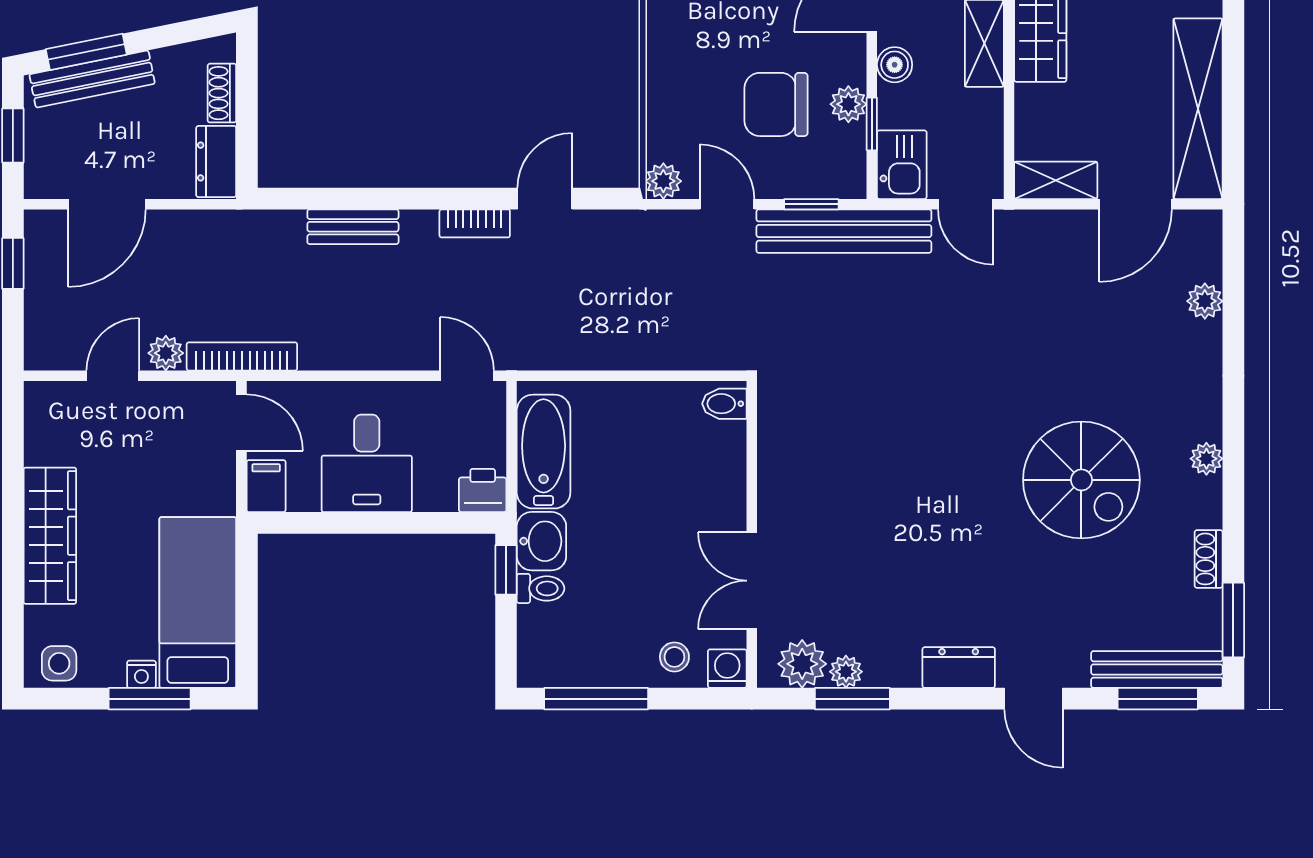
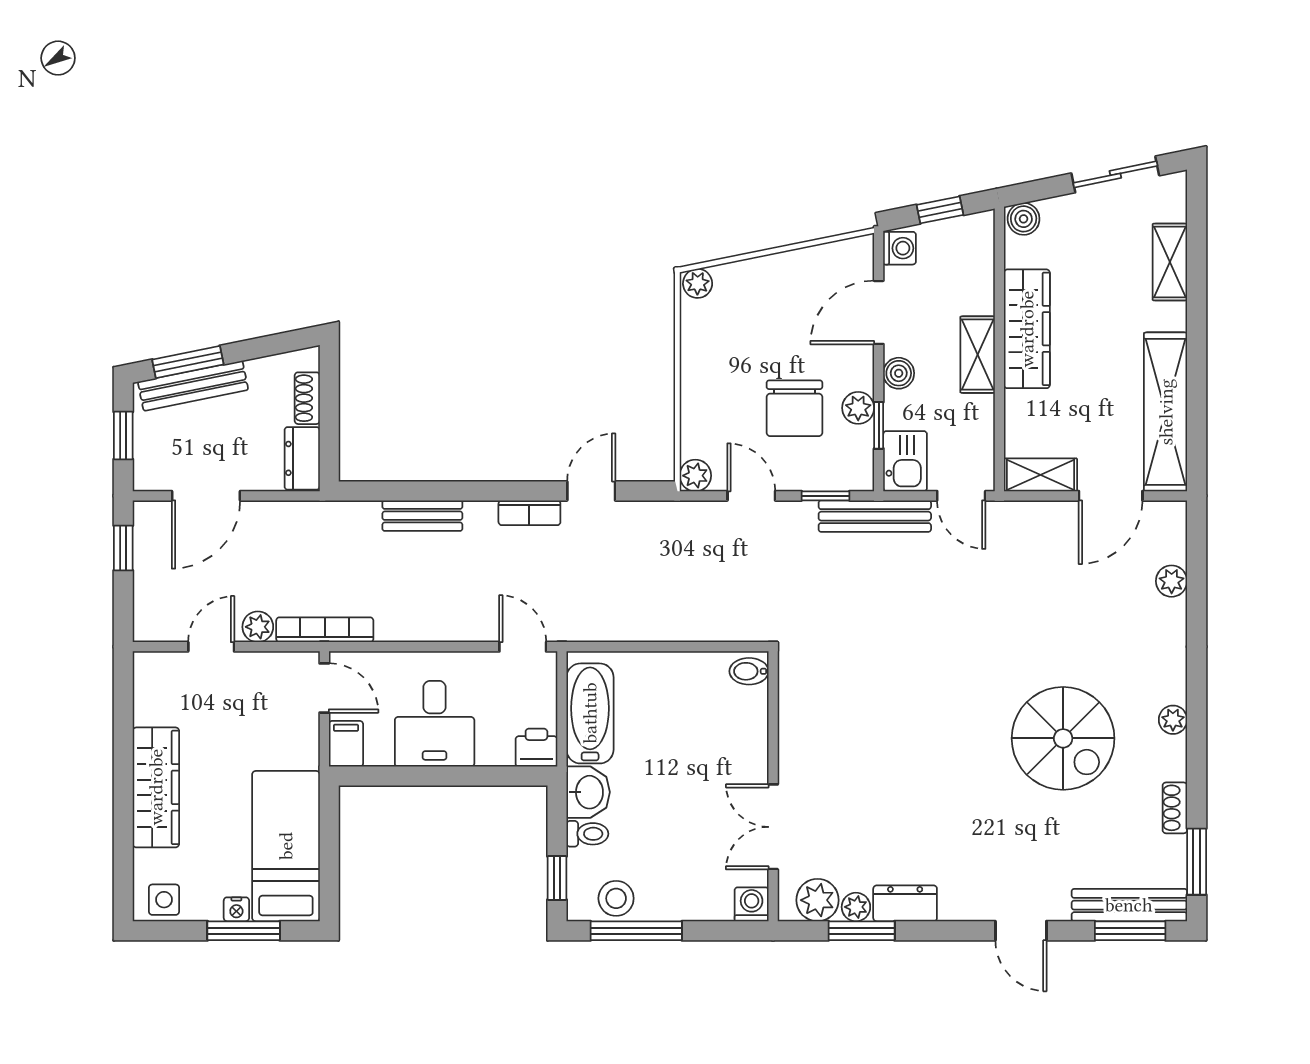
chair: (776, 104) -> (794, 408), turned -90
bench: (844, 231) -> (875, 516), width x0.73, depth x0.82
window: (506, 570) -> (557, 878), moved
stool: (674, 657) -> (616, 898), moved, width x1.37, depth x1.37
dresser: (959, 668) -> (905, 903), moved

